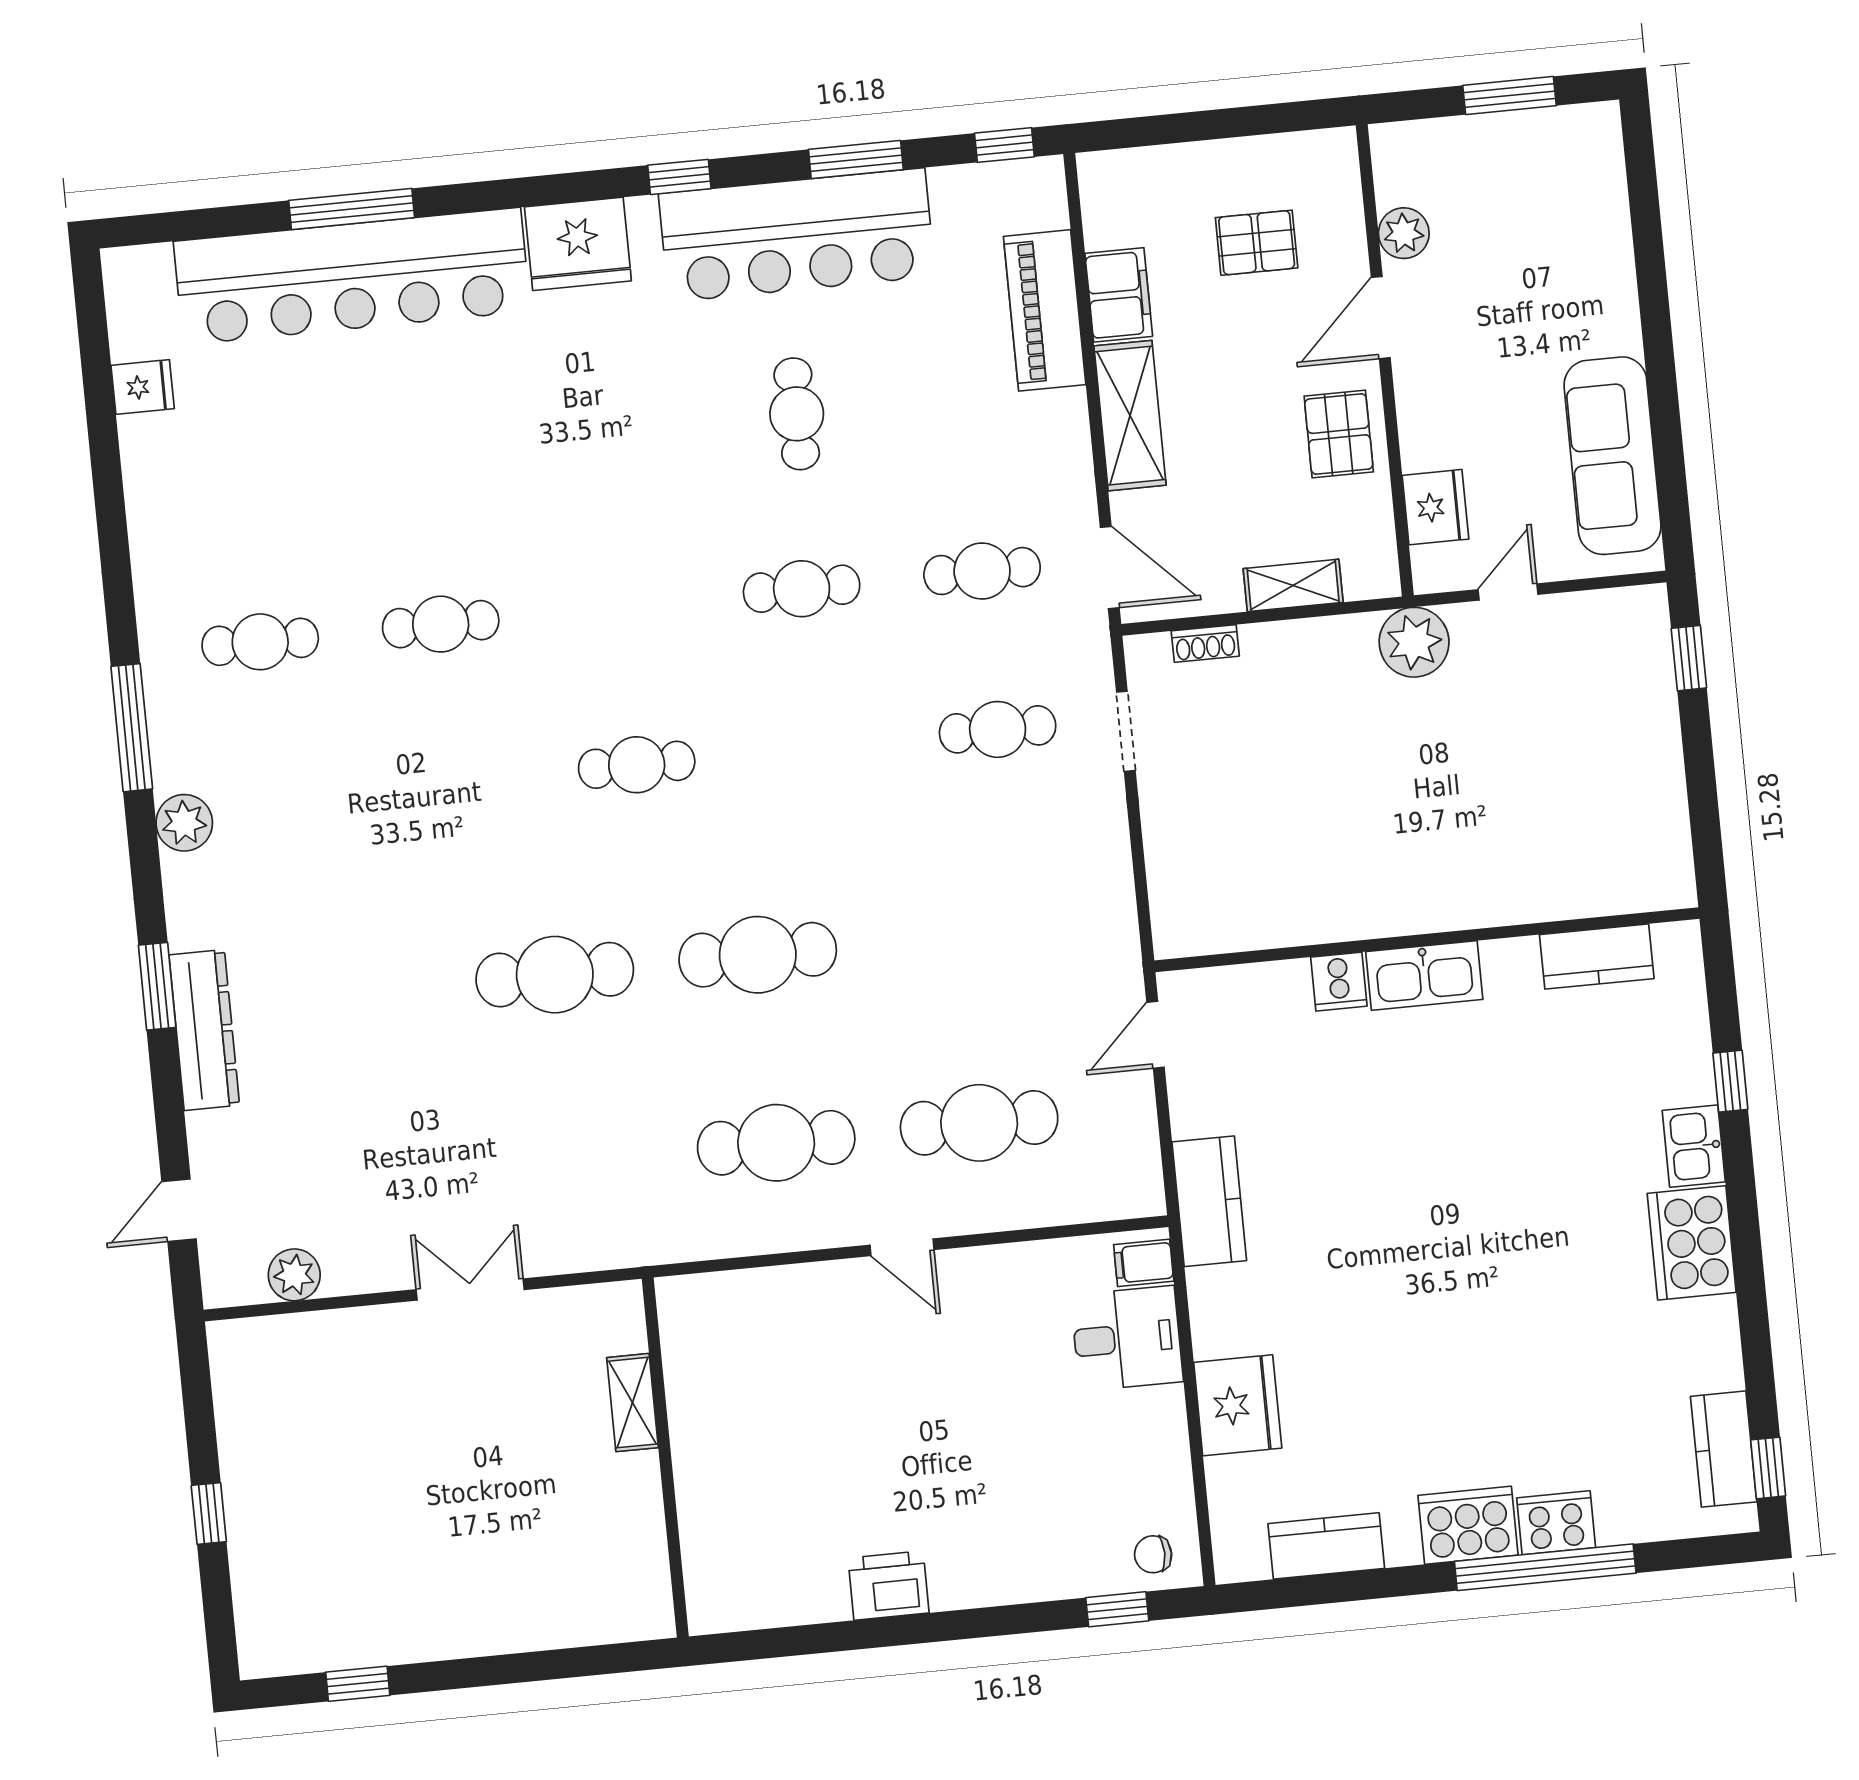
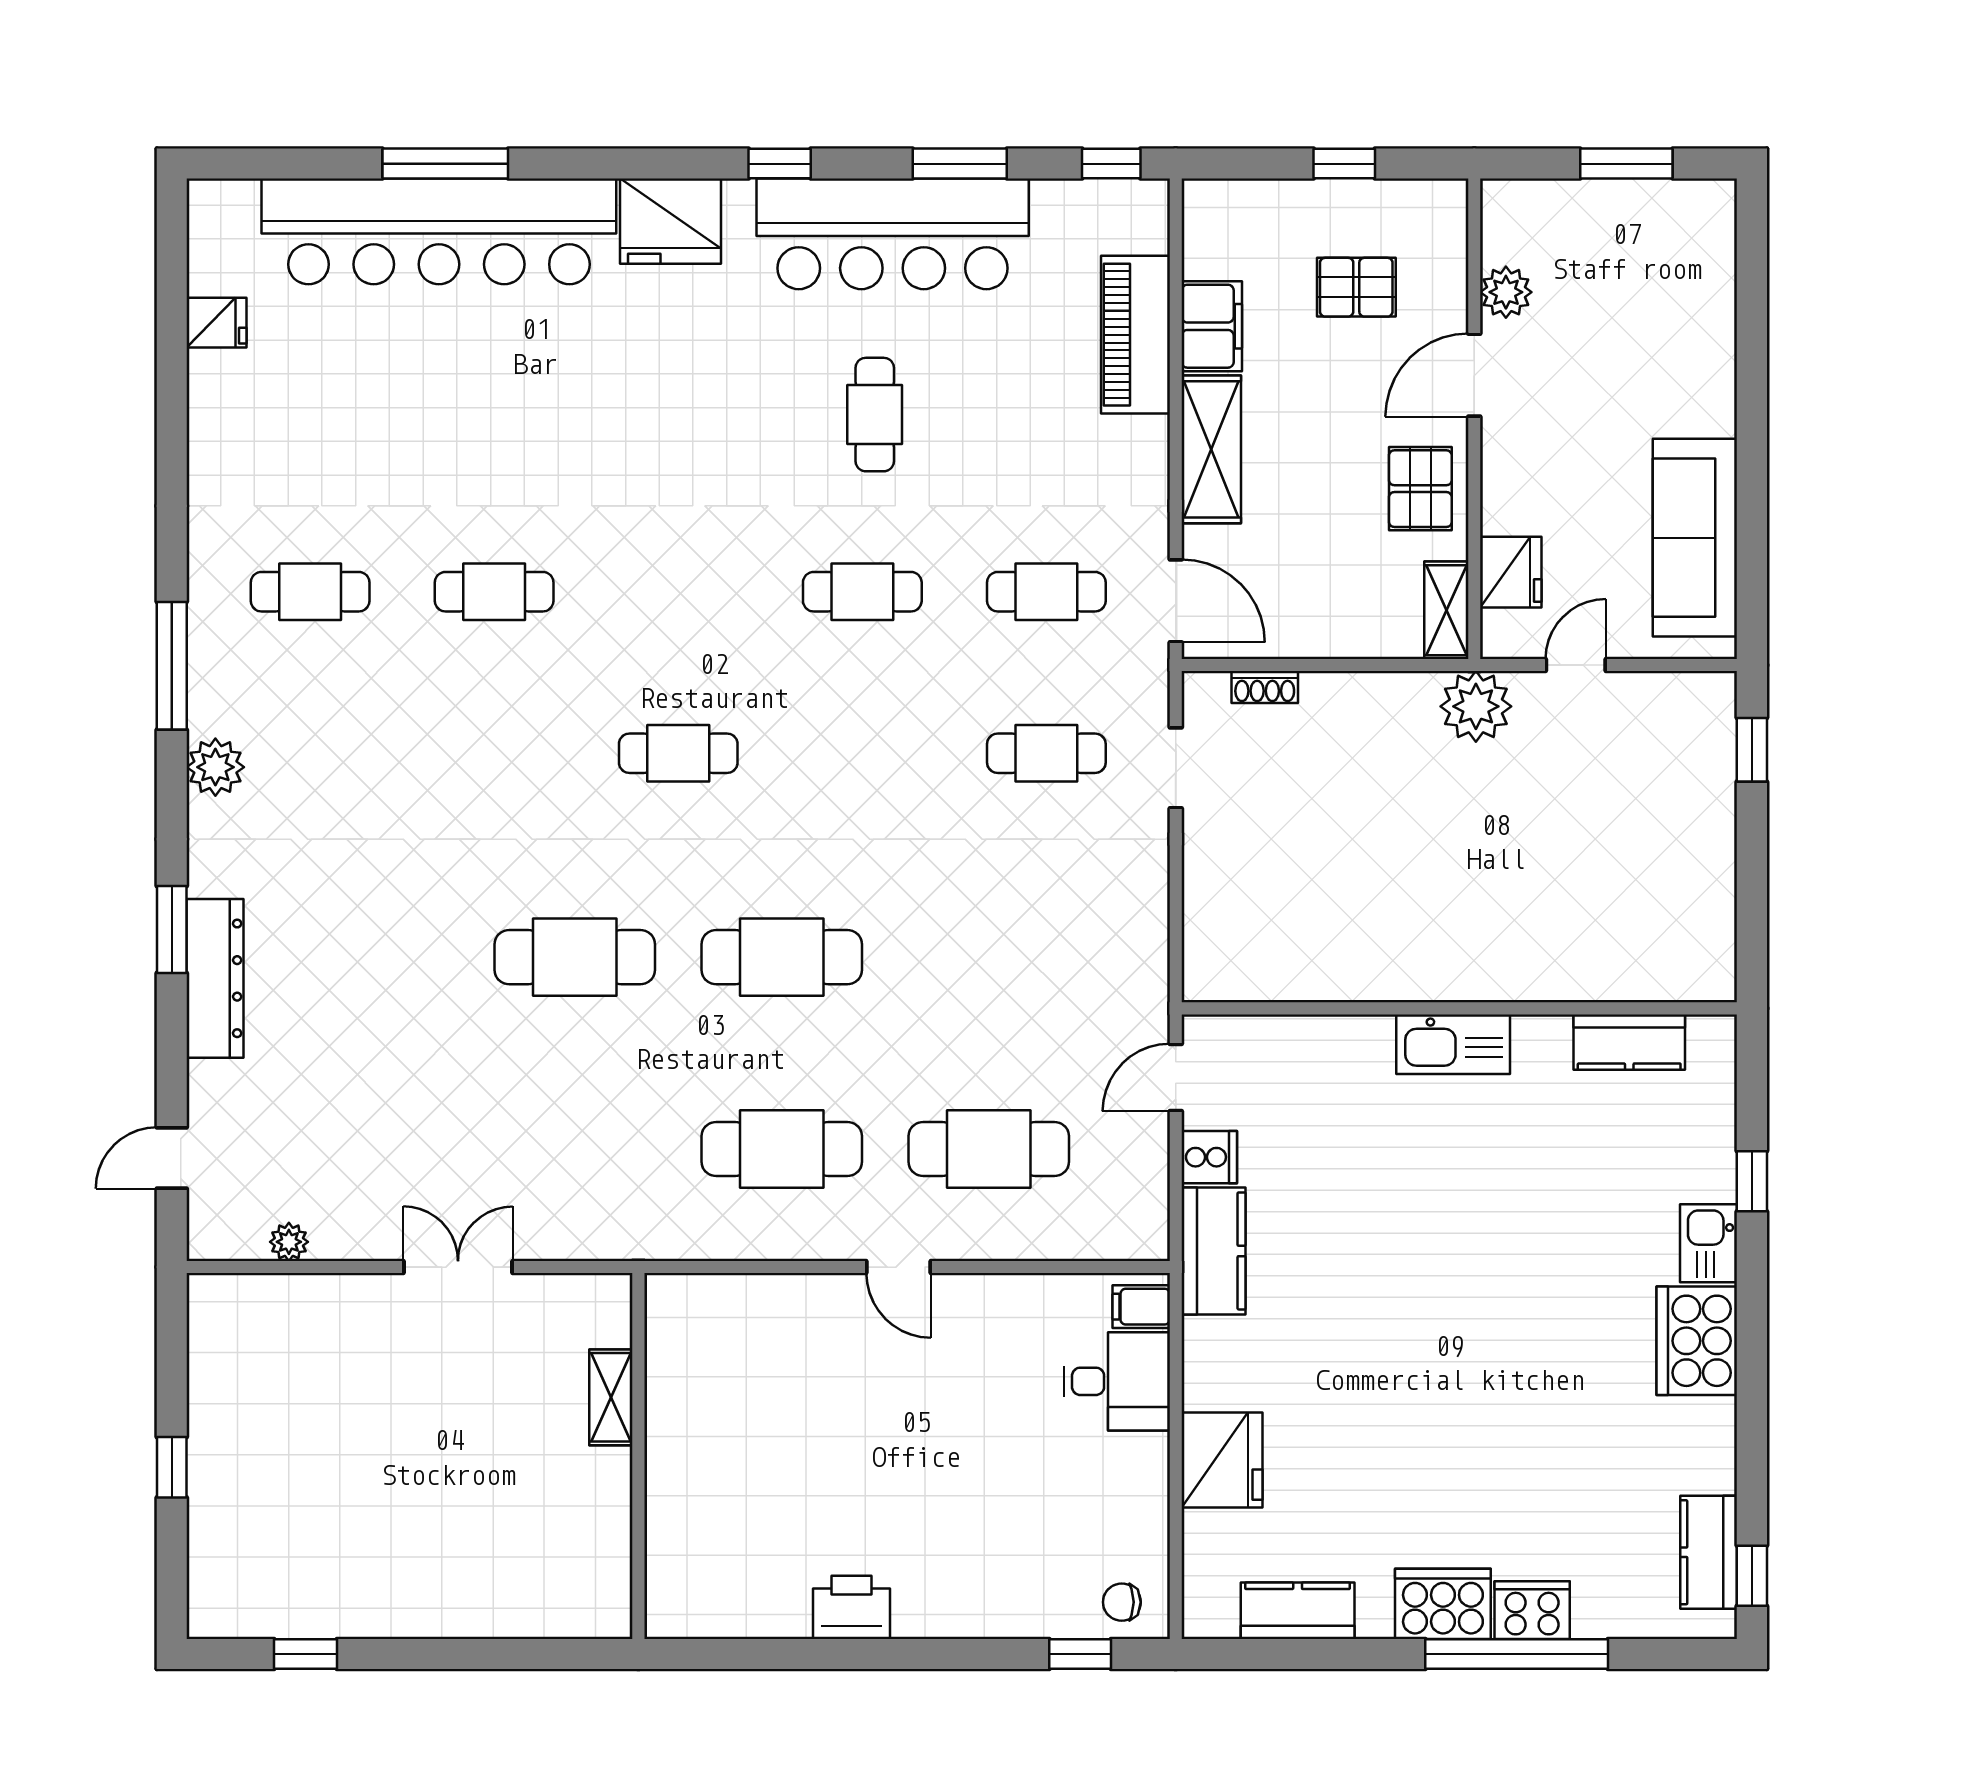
window: (1233, 123) -> (1344, 164), added
shelving: (1293, 585) -> (1446, 610), moved, turned 90
cooker: (1339, 982) -> (1209, 1157), moved, turned -90
plant: (294, 1275) -> (289, 1242), width x0.73, depth x0.73

